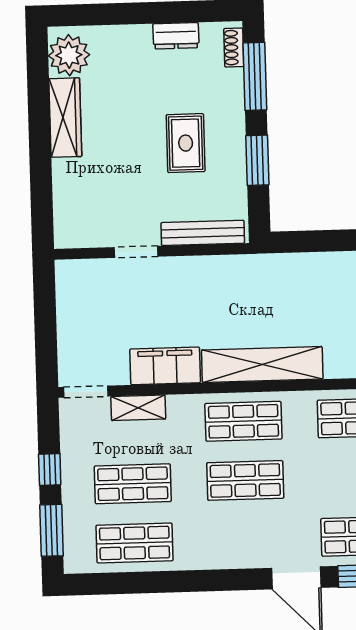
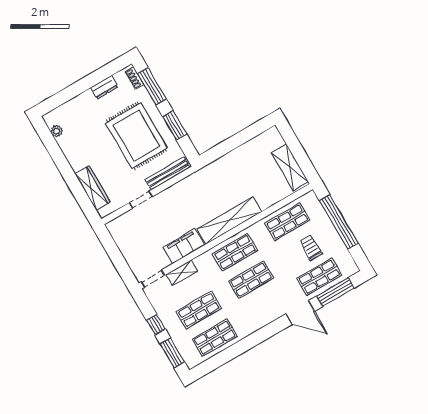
plant: (69, 55) -> (57, 131), width x0.53, depth x0.53
wardrobe: (65, 118) -> (93, 188), moved
rug: (186, 143) -> (136, 136), width x1.86, depth x2.06

